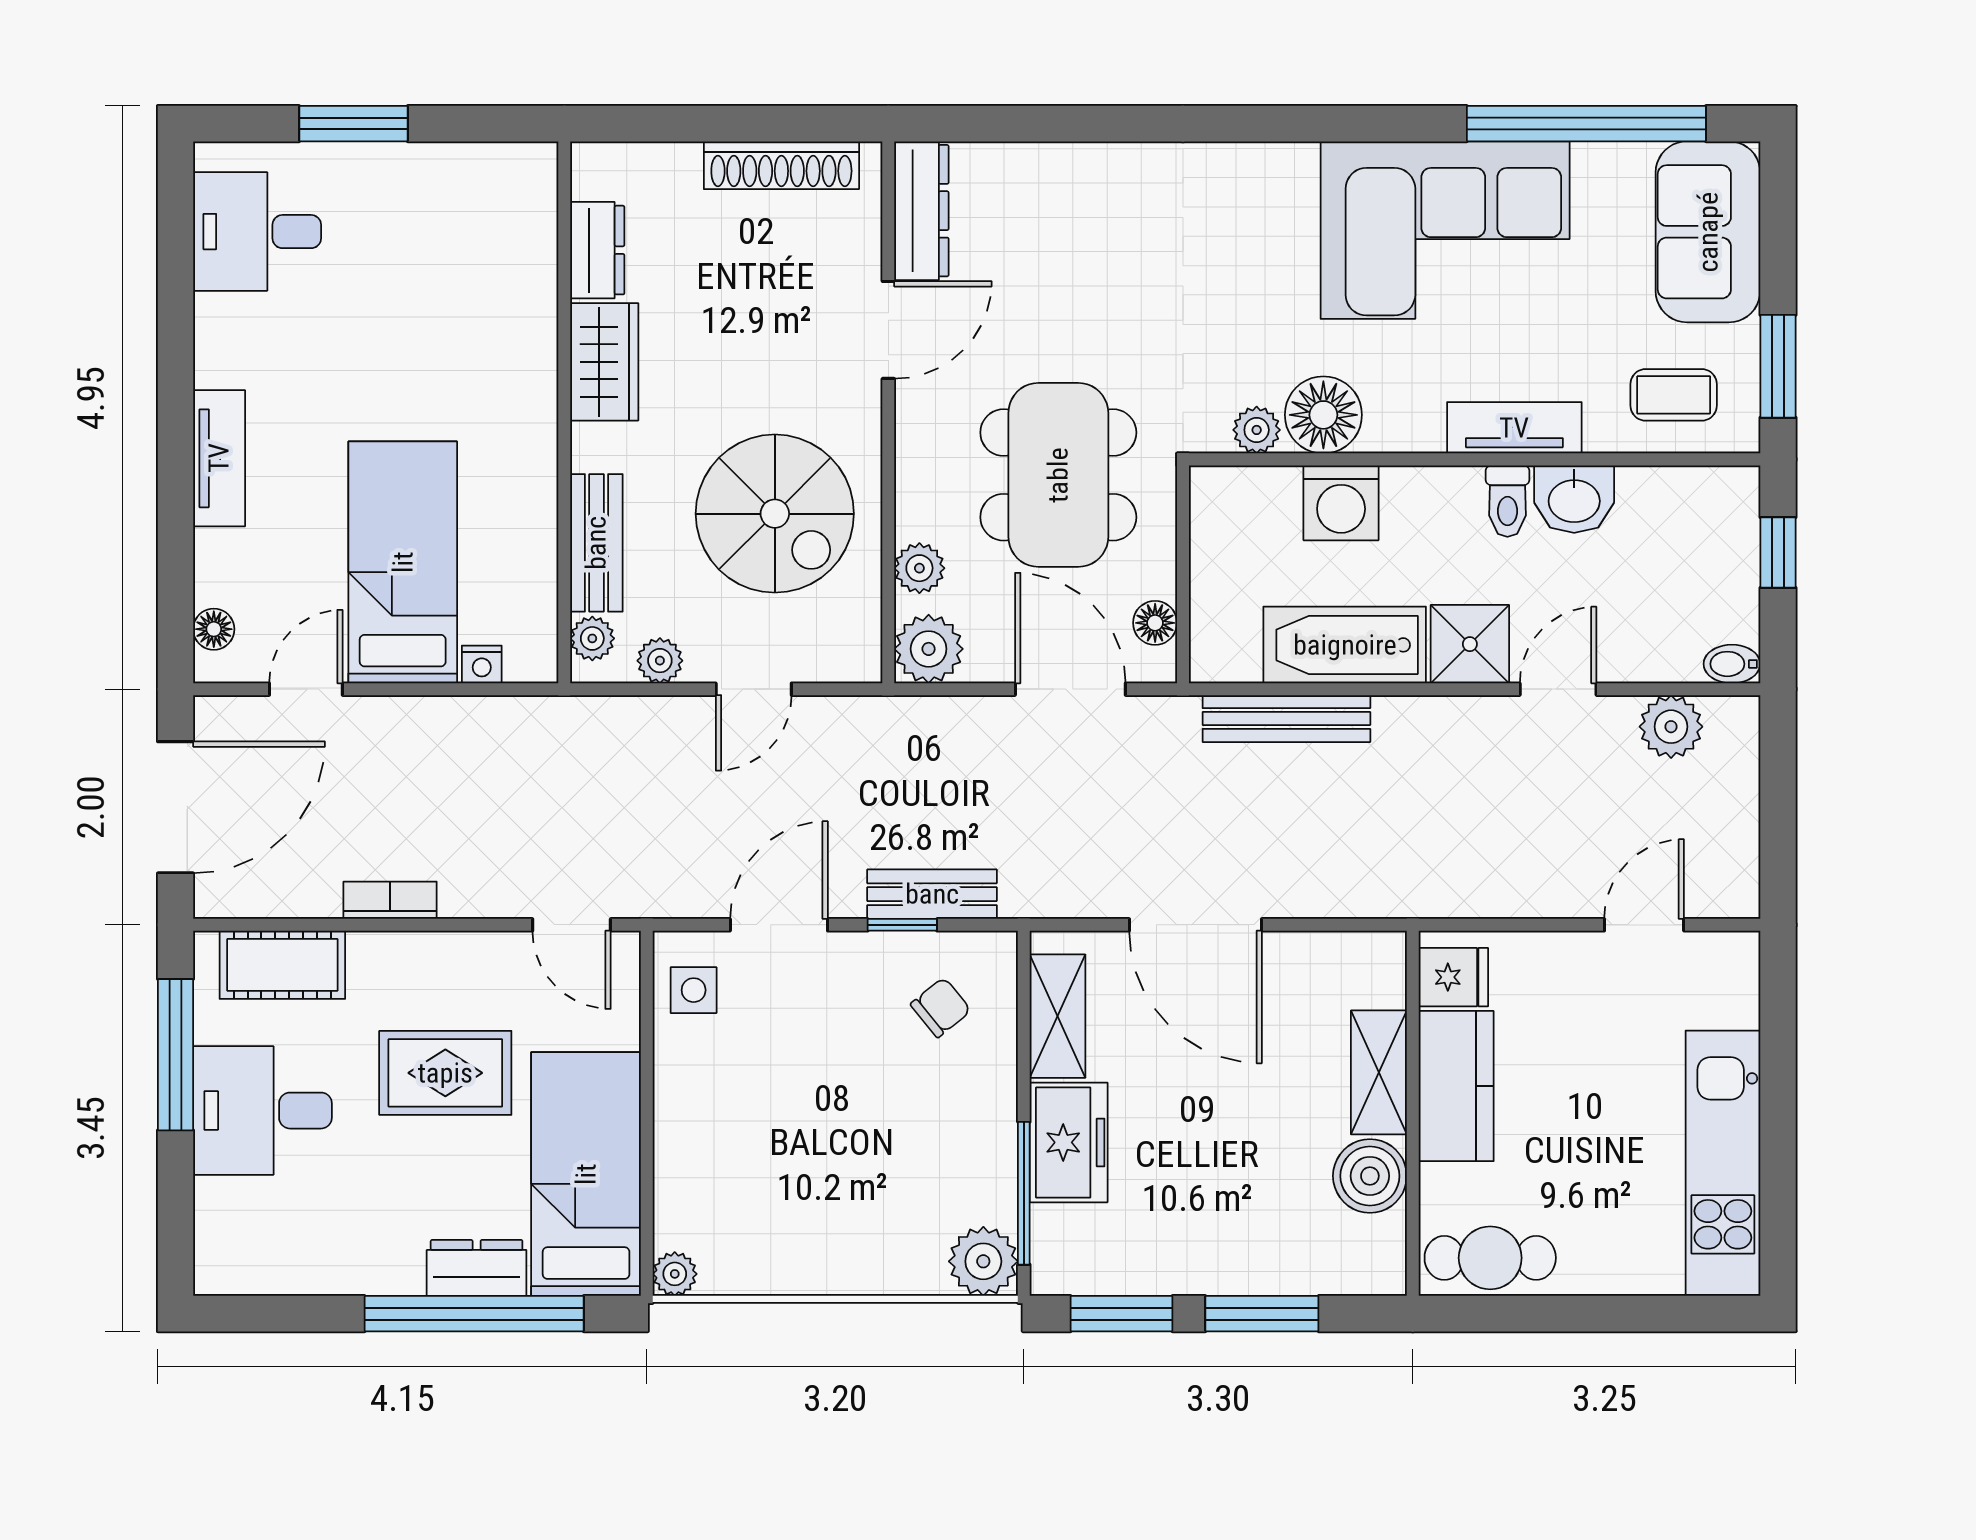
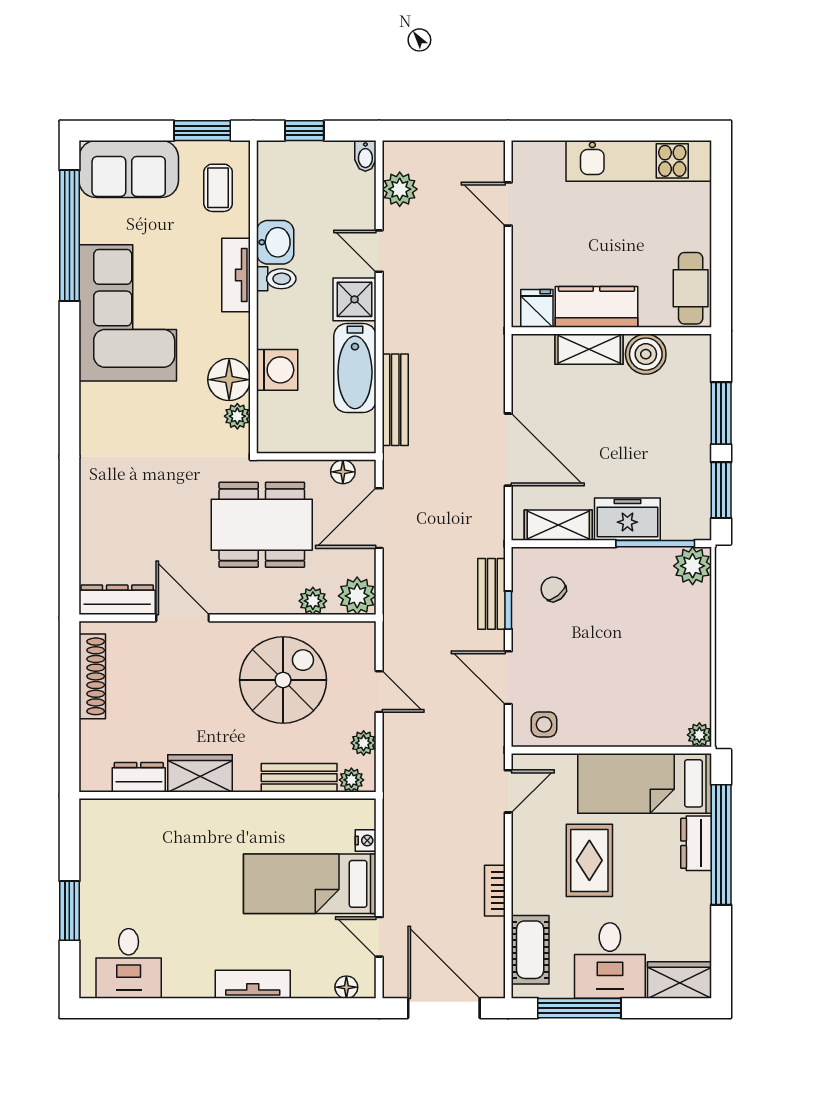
door: (1196, 925) -> (508, 450), hinge flipped
wardrobe: (227, 1238) -> (680, 980), added

